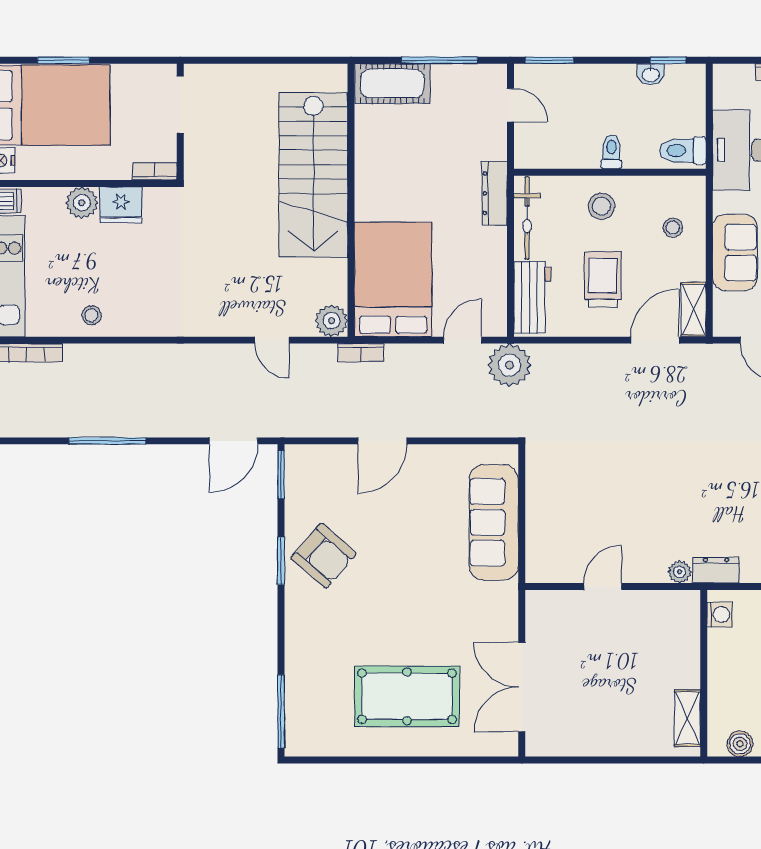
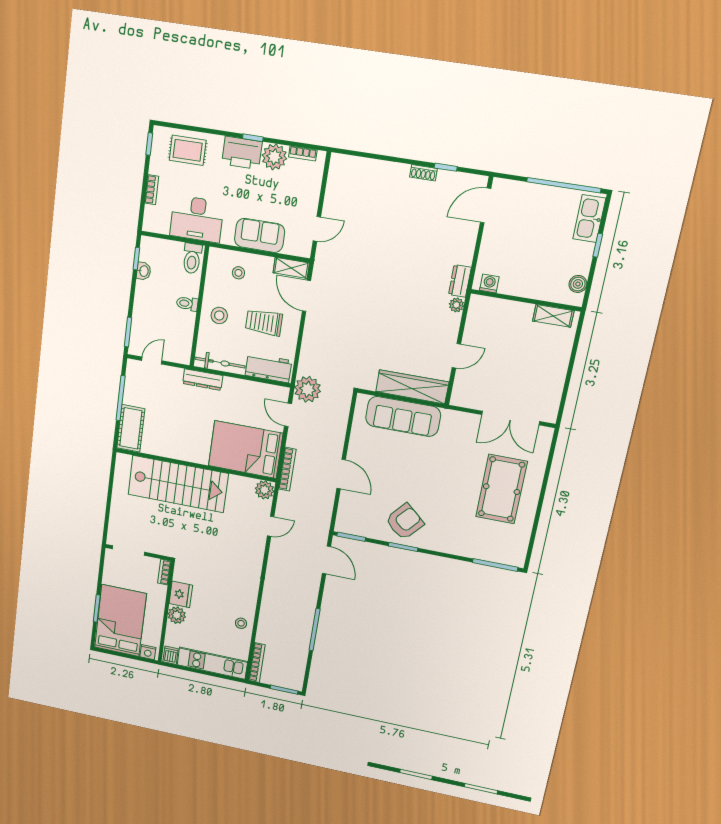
bookcase: (361, 353) -> (287, 469), width x1.56
wardrobe: (543, 528) -> (412, 387), added
door: (603, 586) -> (456, 356), swing flipped

